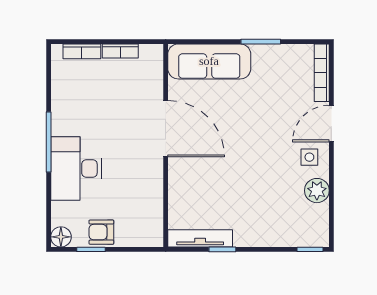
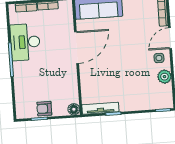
door: (166, 129) -> (77, 48), hinge flipped
desk: (76, 169) -> (25, 42), moved
floor lamp: (61, 237) -> (74, 109), moved

